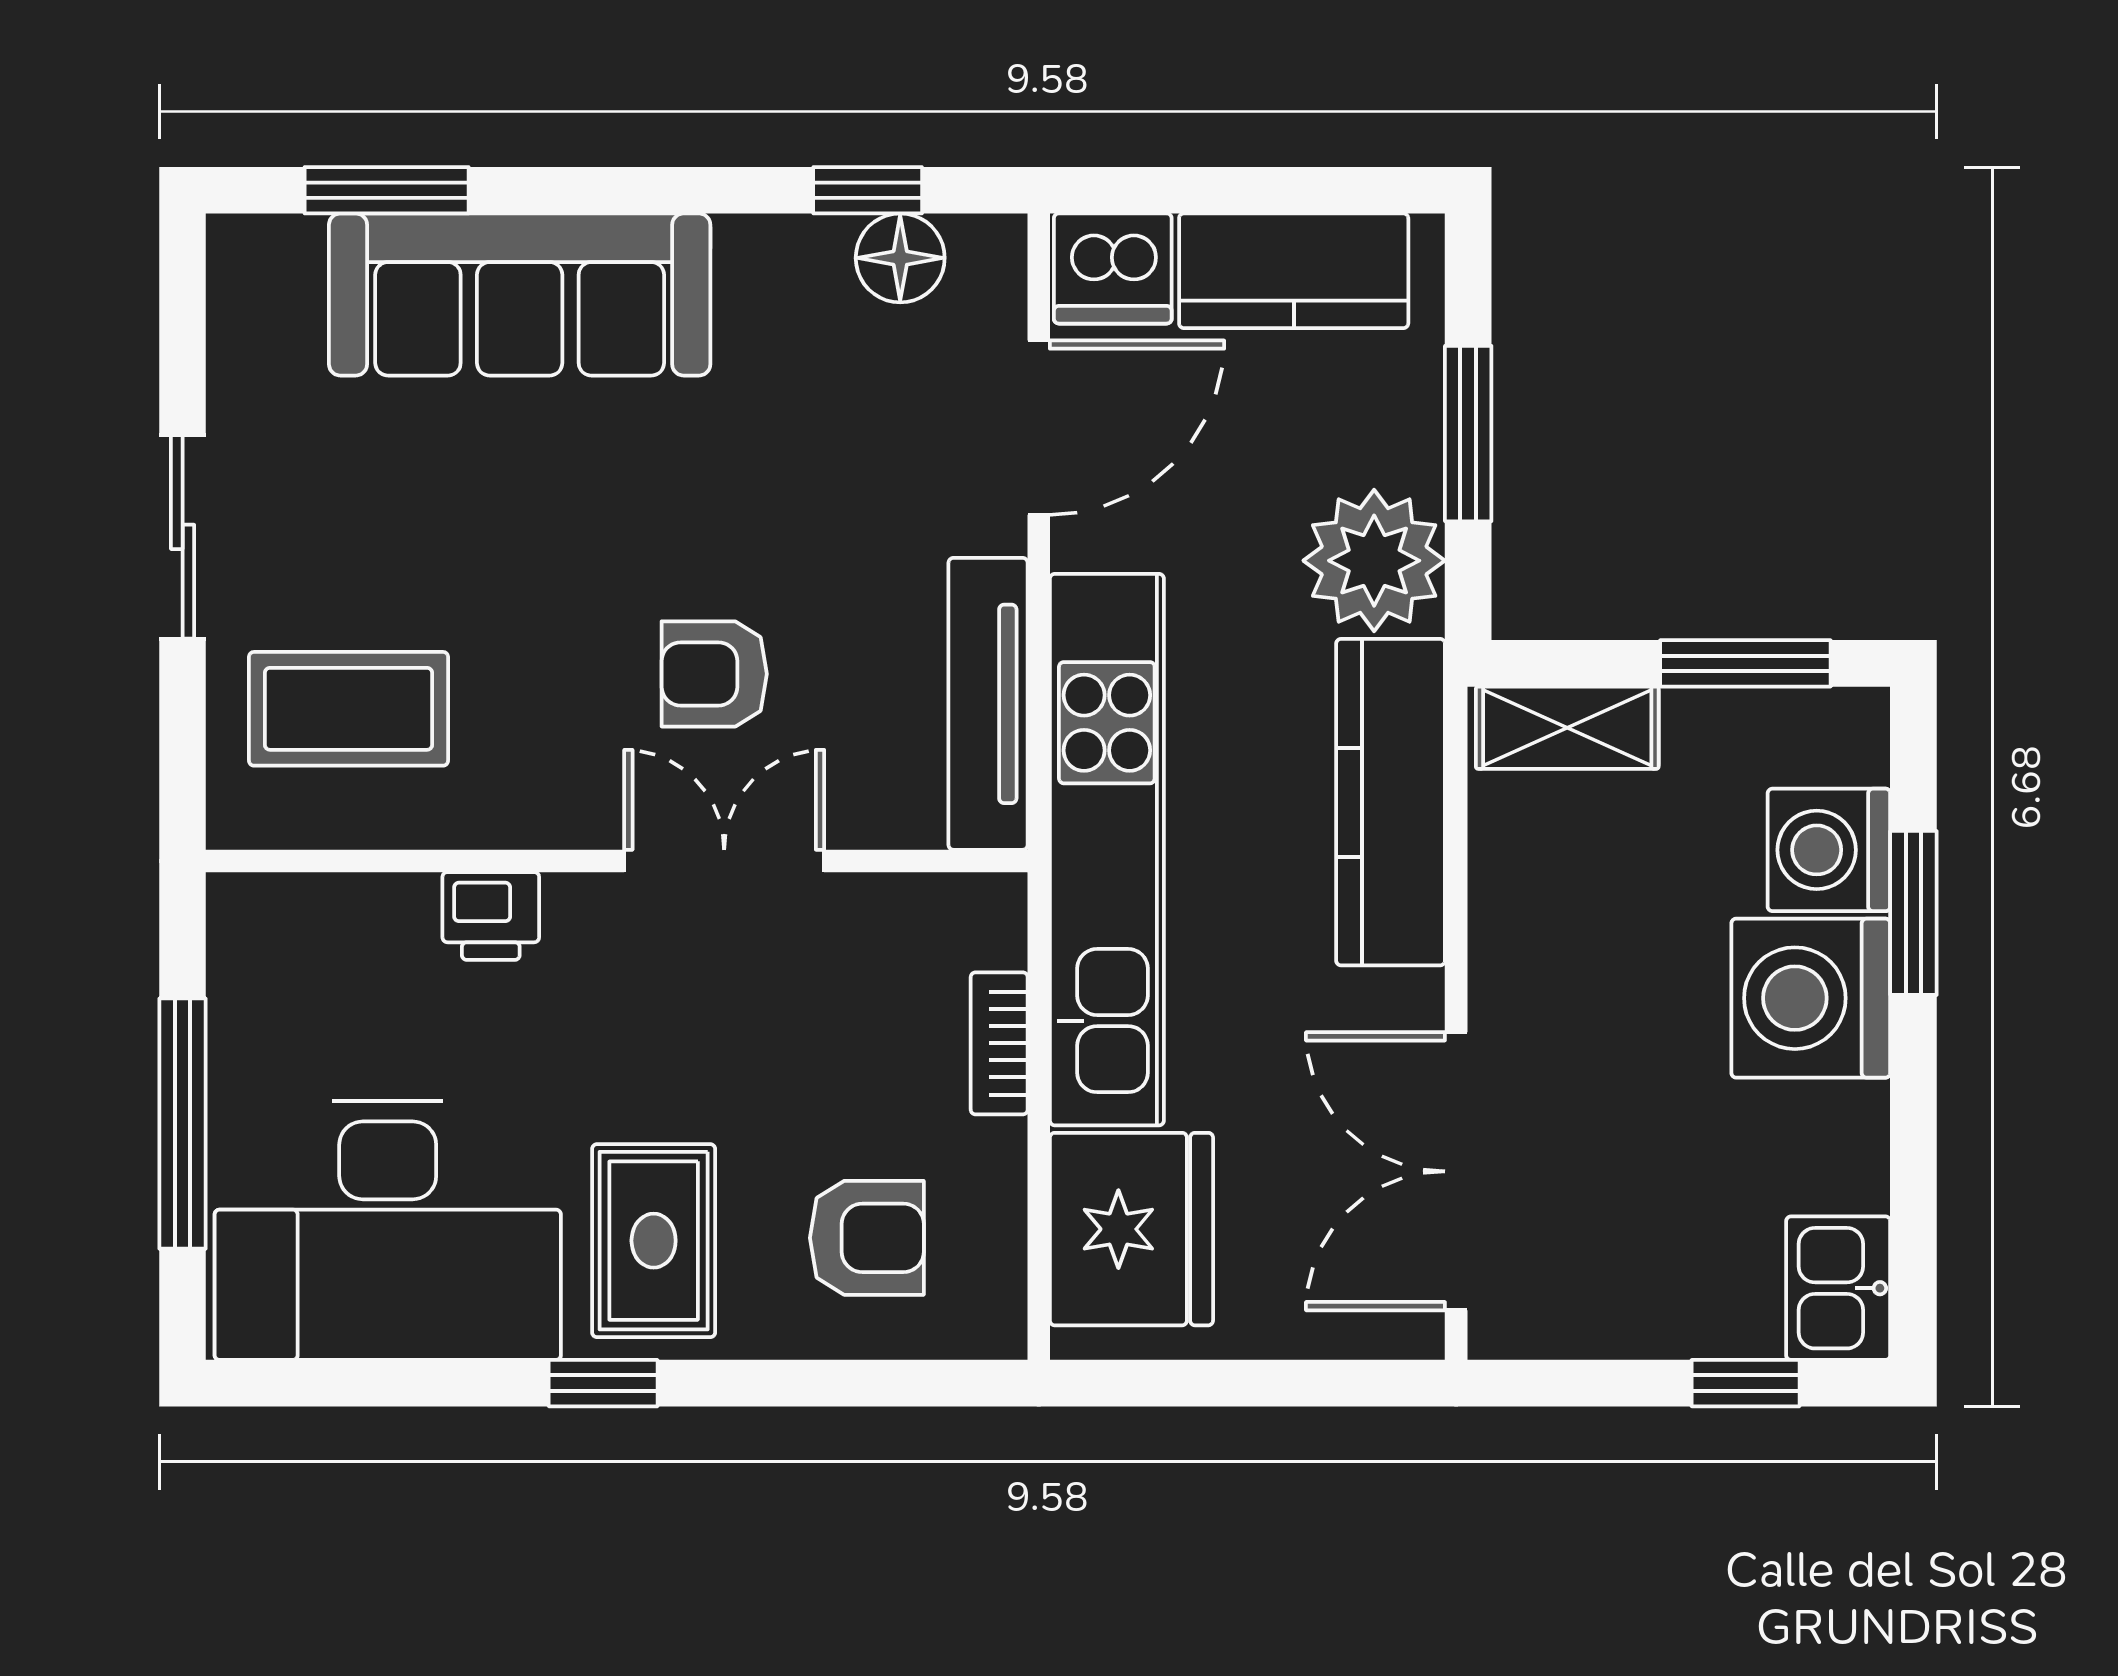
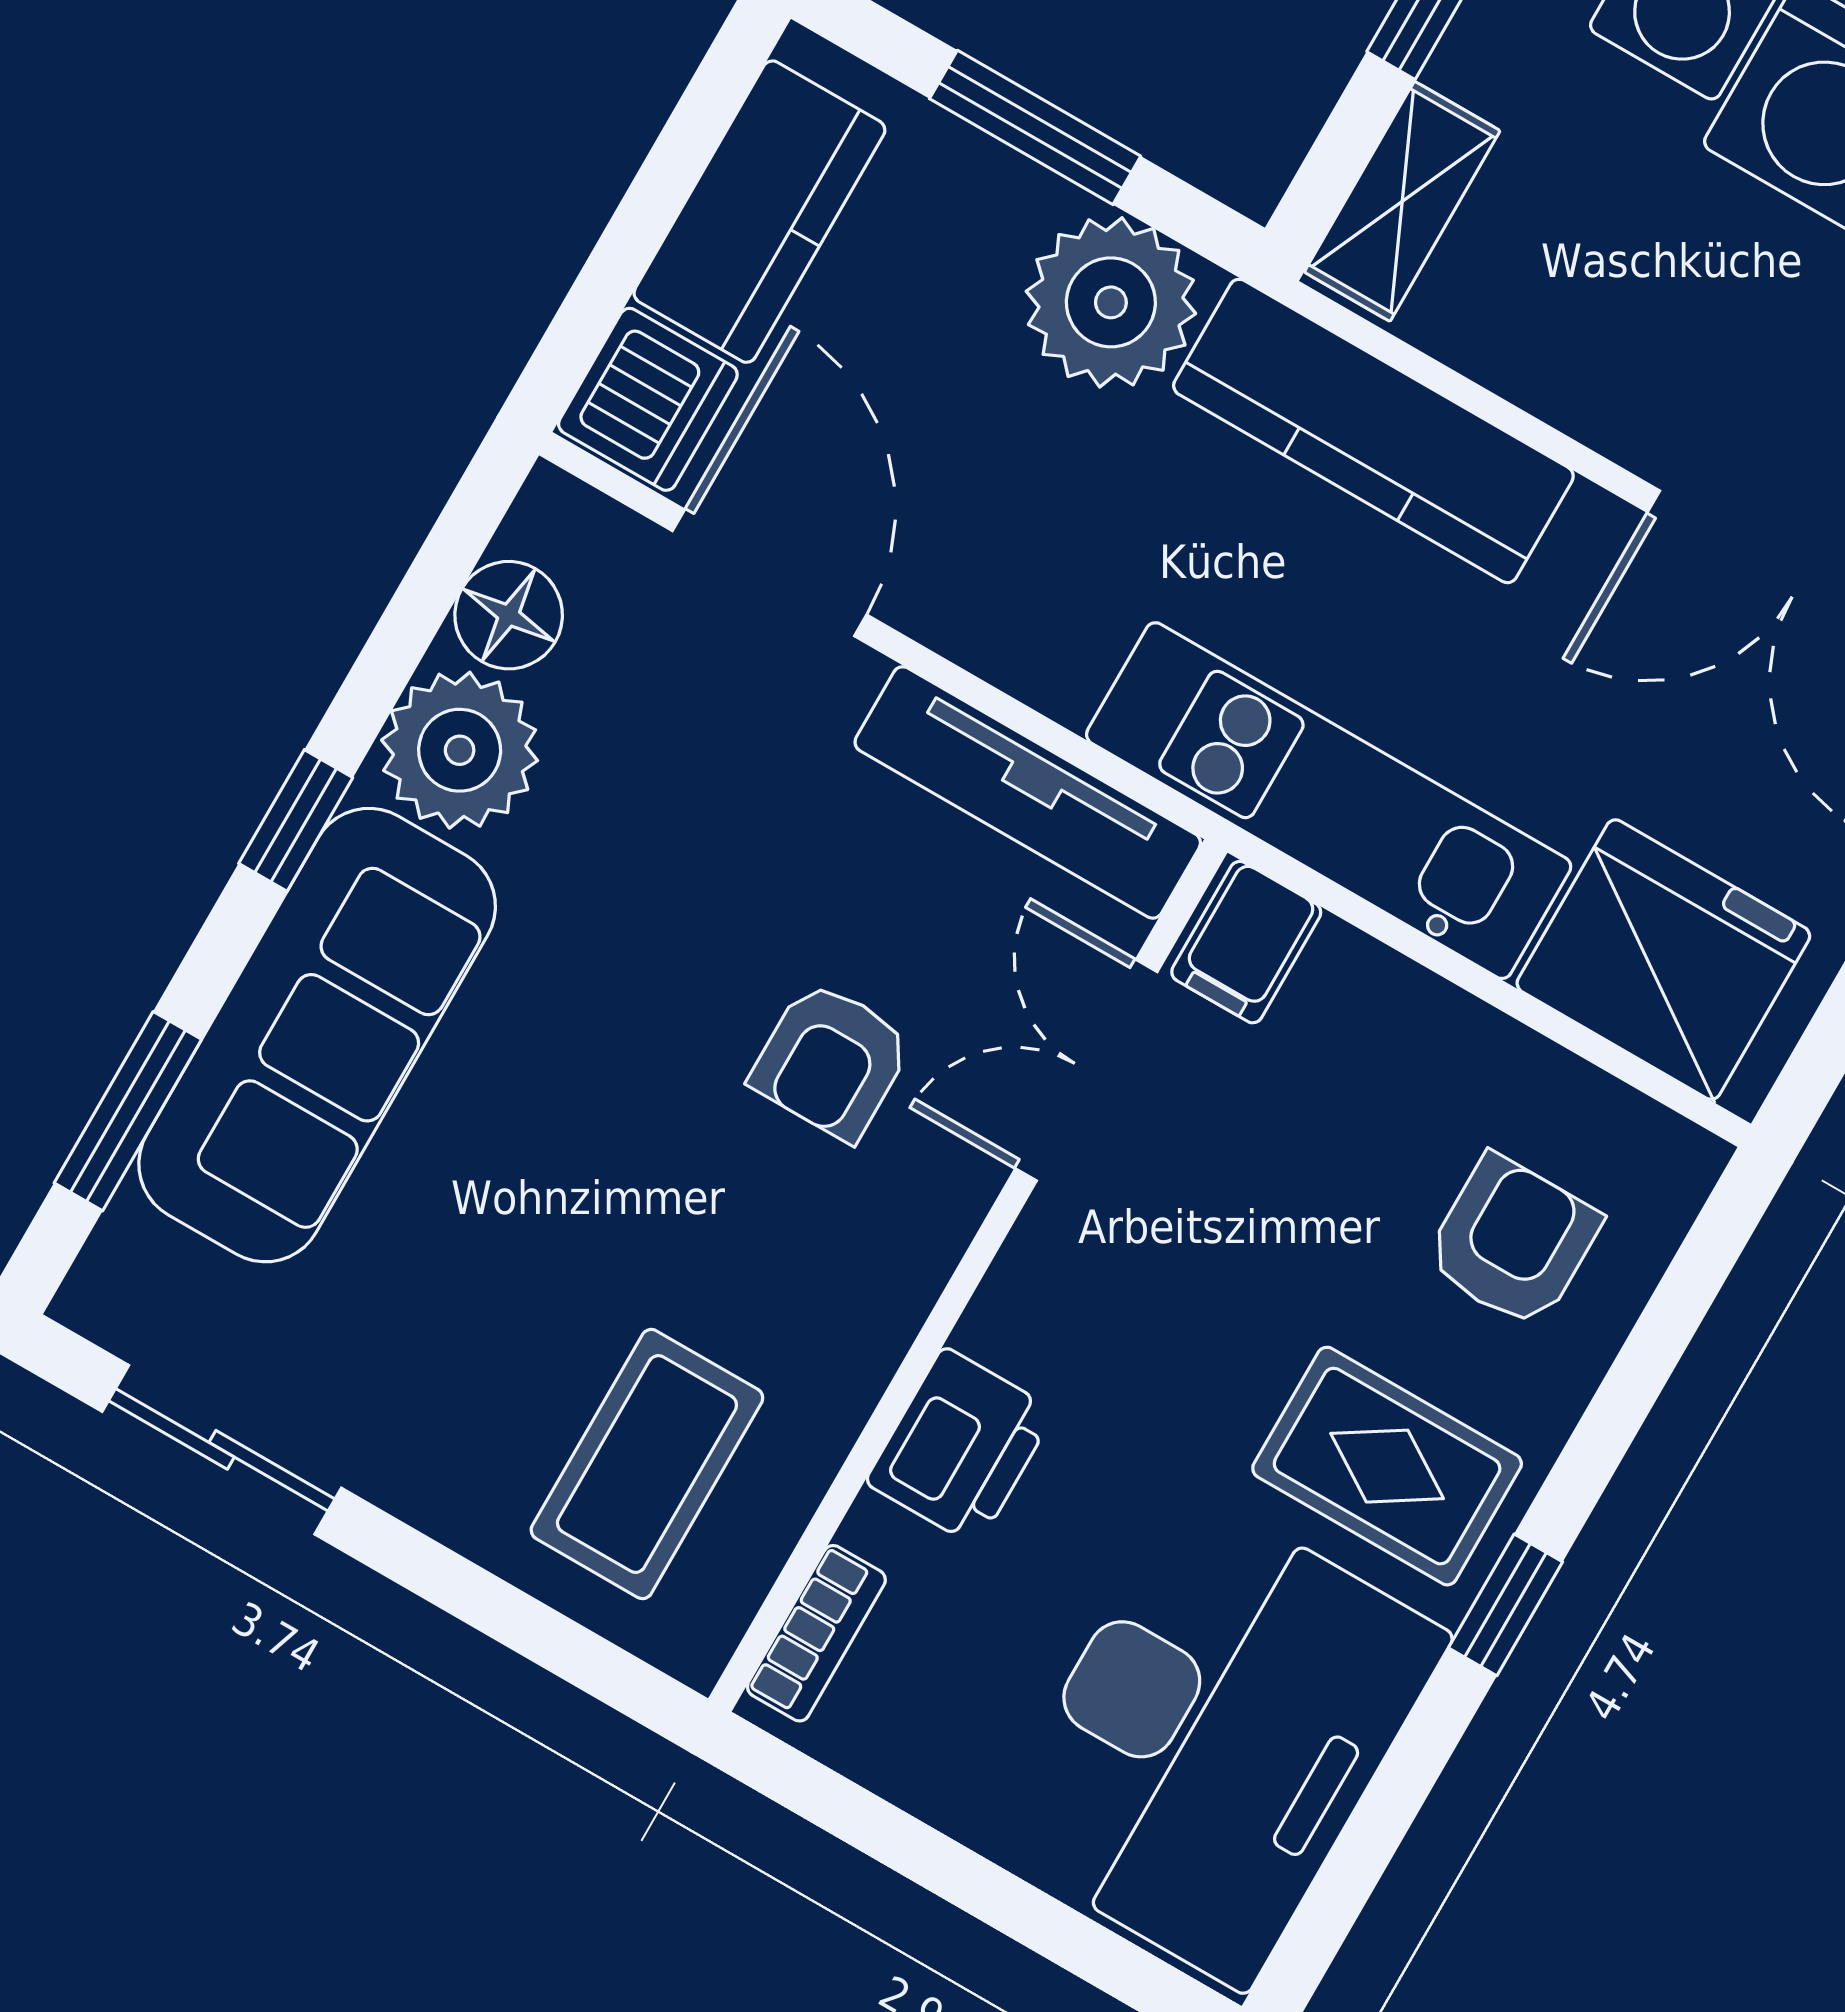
window: (868, 190) -> (296, 821), moved
plant: (783, 279) -> (460, 750), added
sliding door: (183, 537) -> (222, 1450), moved
kitchen unit: (1107, 850) -> (1329, 801), width x0.73
double door: (724, 861) -> (1086, 1070), moved
printer: (491, 916) -> (960, 1447), width x1.36, depth x1.24
filing cabinet: (971, 923) -> (1246, 942), added
bookcase: (999, 1043) -> (816, 1633), moved, turned -90
window: (183, 1124) -> (980, 1888), removed

